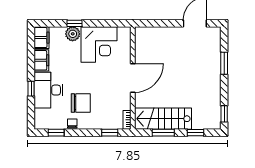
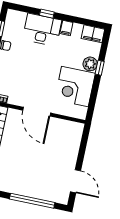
filing cabinet: (41, 60) -> (66, 28), width x0.50
window: (224, 63) -> (32, 201), width x2.11
chair: (81, 103) -> (23, 58), removed

